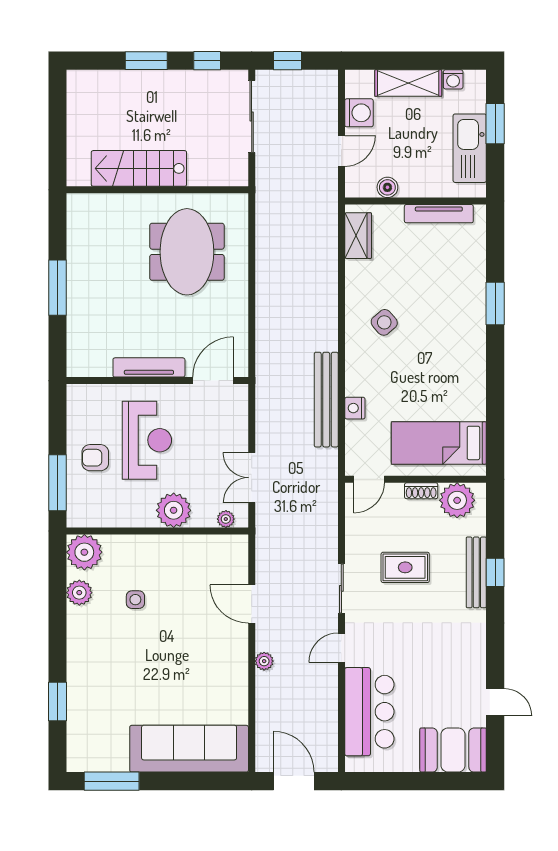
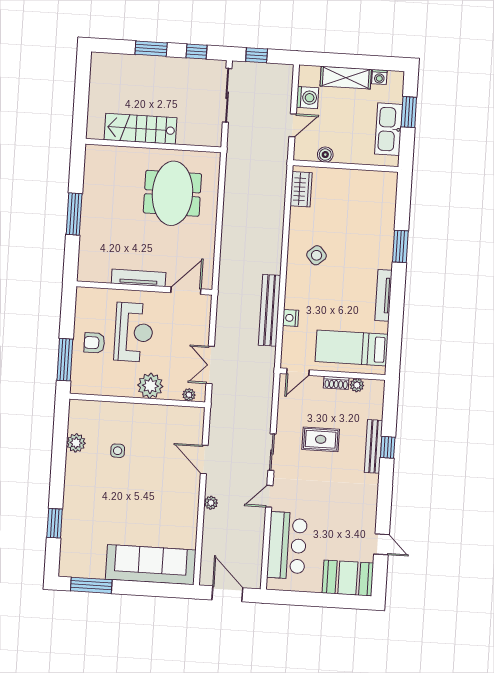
tv unit: (439, 214) -> (384, 295), moved, turned 90
plant: (457, 500) -> (357, 385), width x0.53, depth x0.53
plant: (84, 552) -> (82, 413), removed

